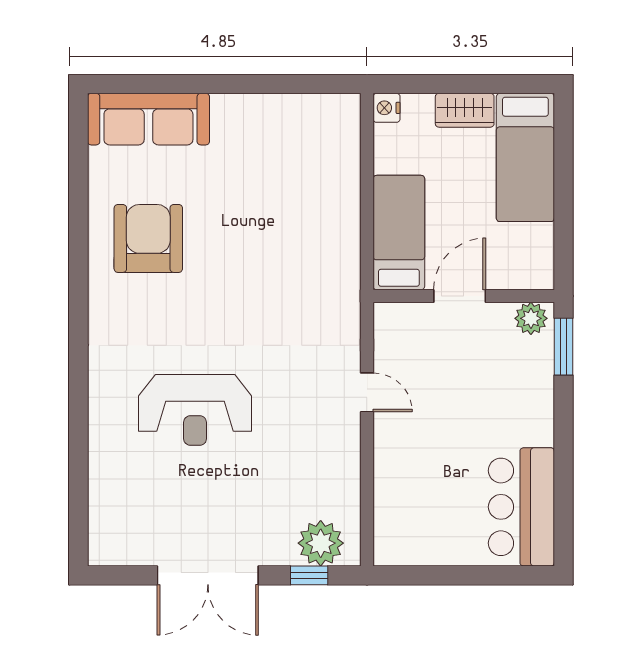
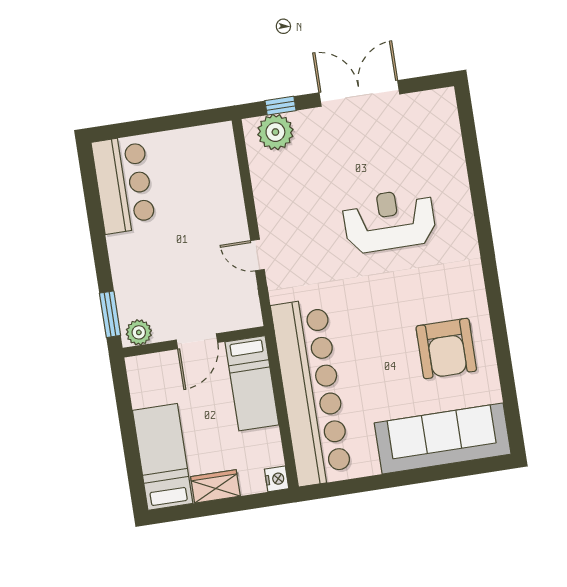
sofa: (148, 119) -> (443, 439), width x1.36, depth x1.27
bar counter: (326, 210) -> (311, 392), added

